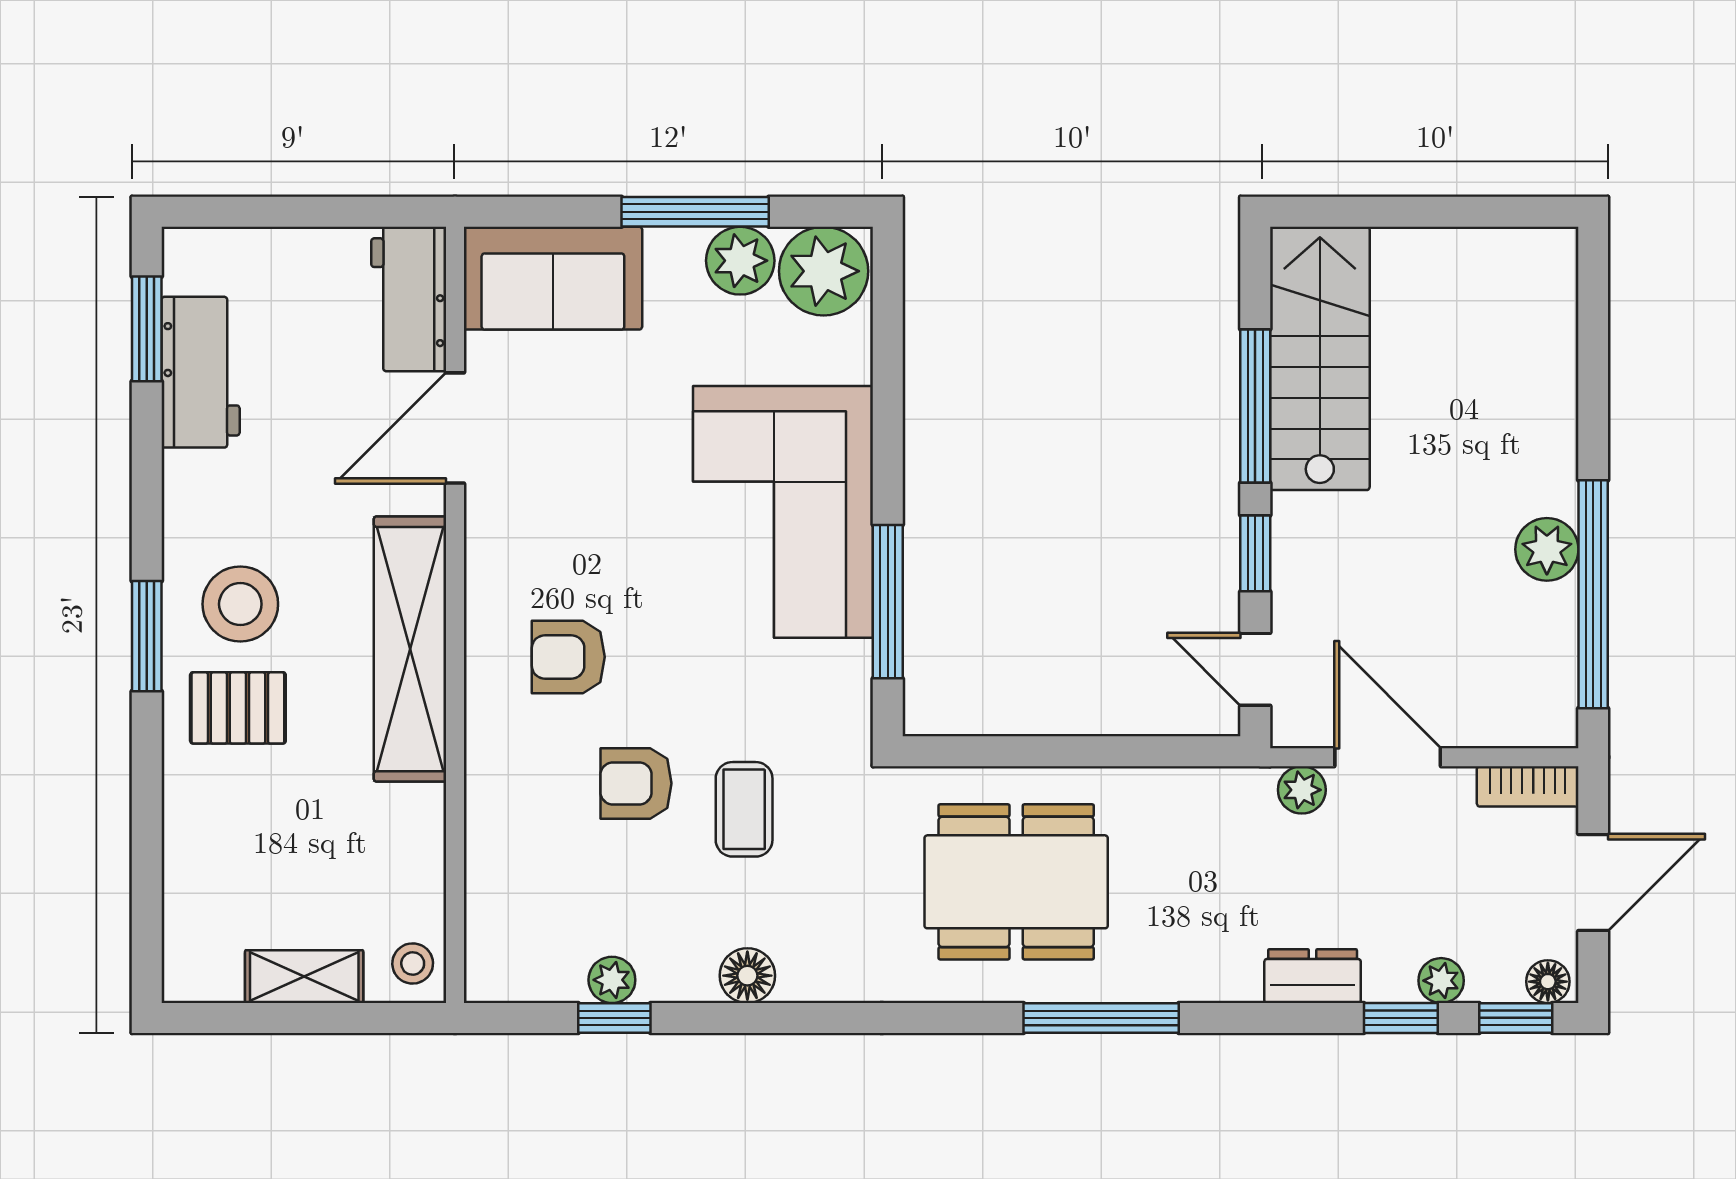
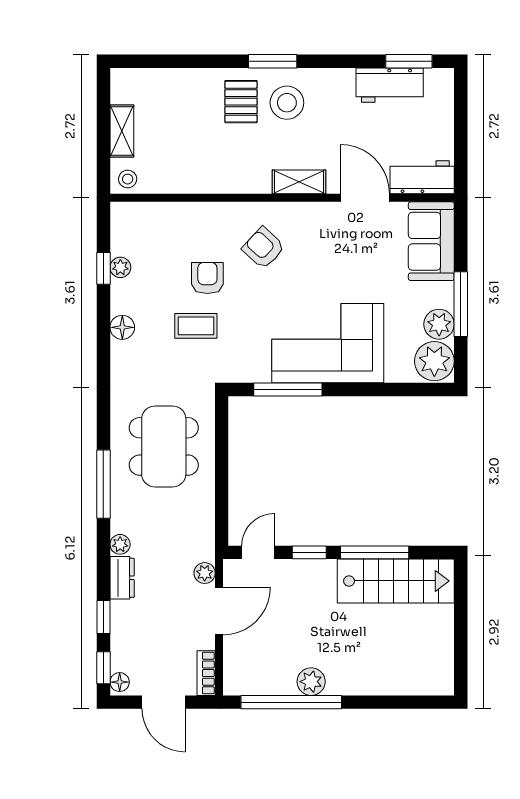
shelving: (410, 649) -> (299, 182), width x0.45, depth x0.75
armchair: (568, 657) -> (263, 248), turned -47
plant: (1441, 981) -> (120, 544), moved

